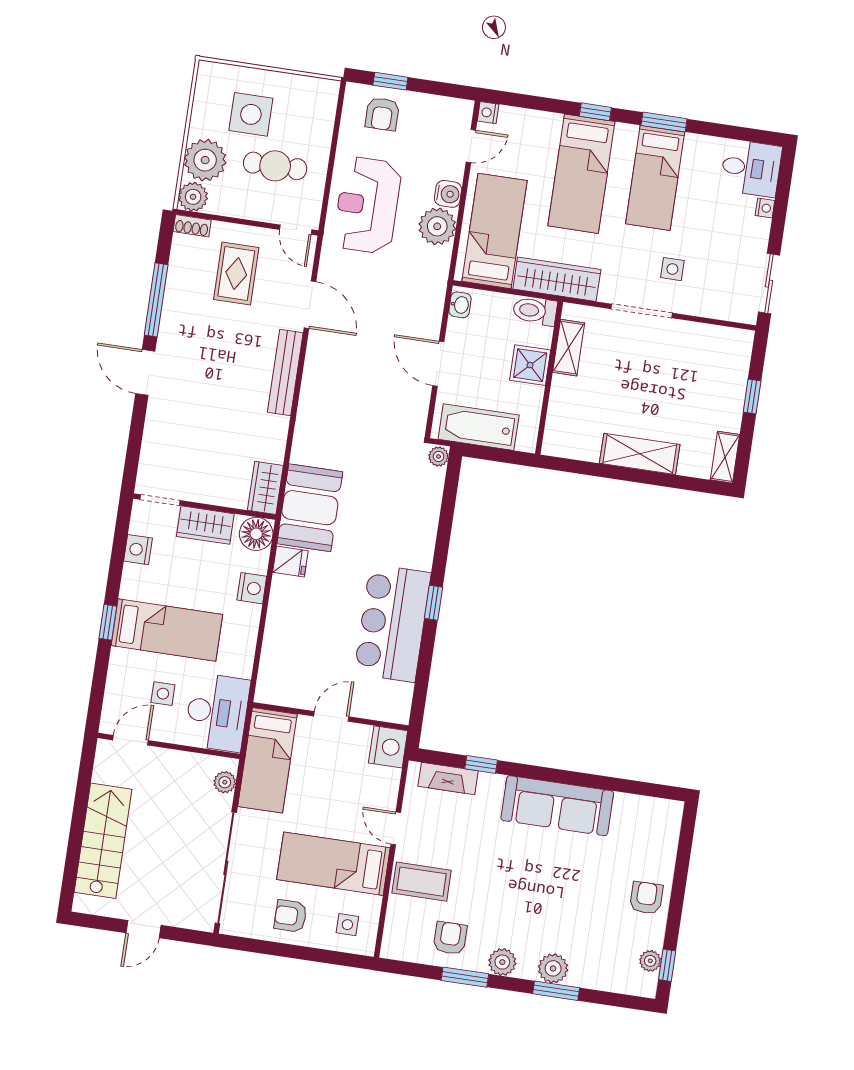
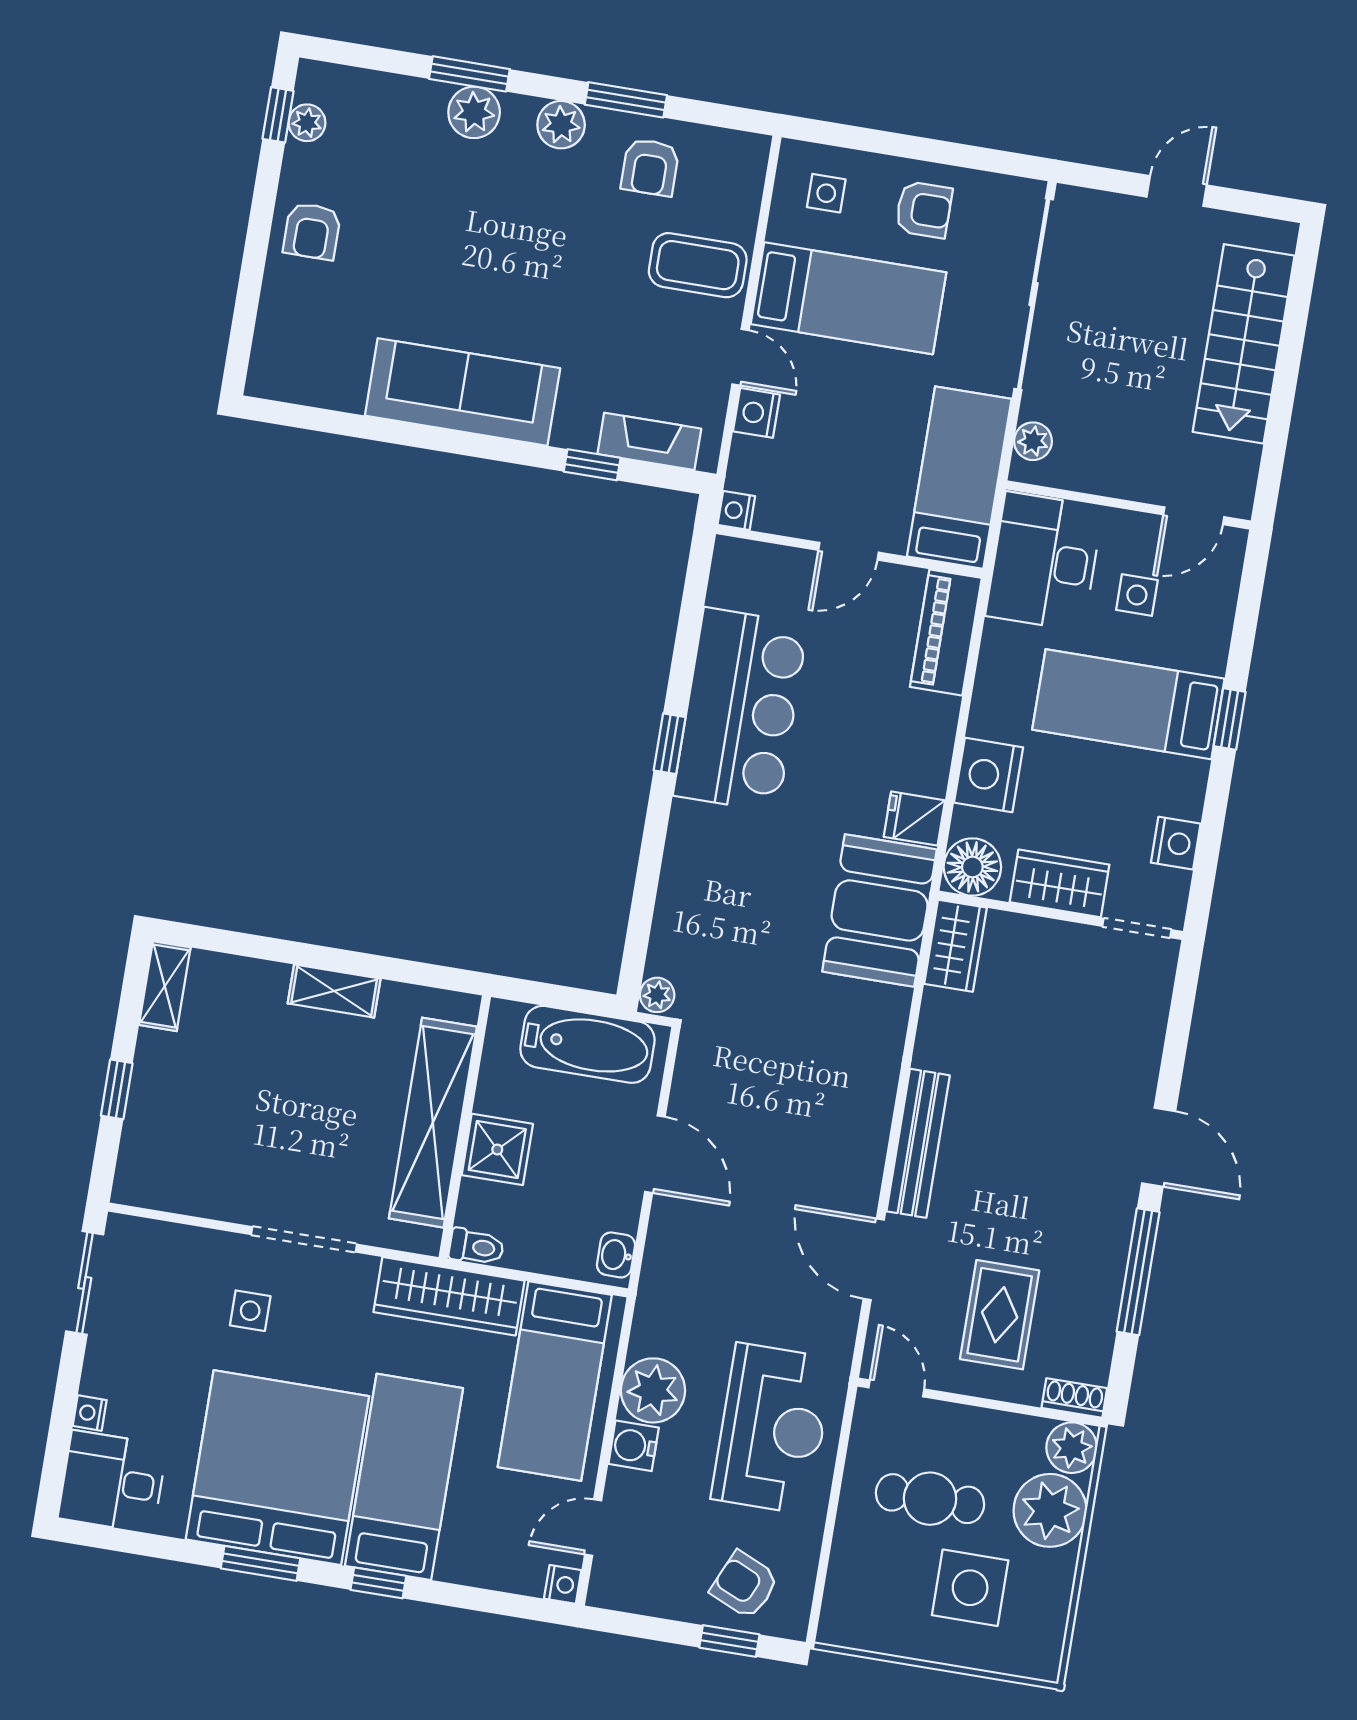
armchair: (382, 114) -> (744, 1585), turned -66
bed: (655, 178) -> (277, 1468), width x2.04
toilet: (535, 311) -> (476, 1247), width x0.73, depth x0.72
shelving: (569, 348) -> (433, 1123), width x2.20, depth x1.33
shelving: (640, 454) -> (334, 991), width x0.67, depth x0.75
nightstand: (252, 588) -> (989, 775), width x1.36, depth x1.33
piano: (274, 670) -> (946, 632), added
nightstand: (388, 747) -> (736, 511), width x0.53, depth x0.56
nightstand: (386, 796) -> (756, 413), added

